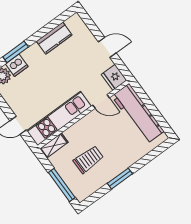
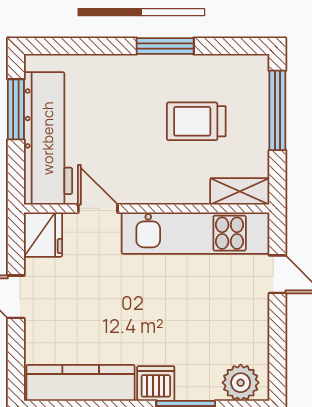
kitchen counter: (54, 38) -> (81, 383), width x1.50
dishwasher: (17, 65) -> (156, 383), moved
window: (157, 116) -> (16, 109), added

